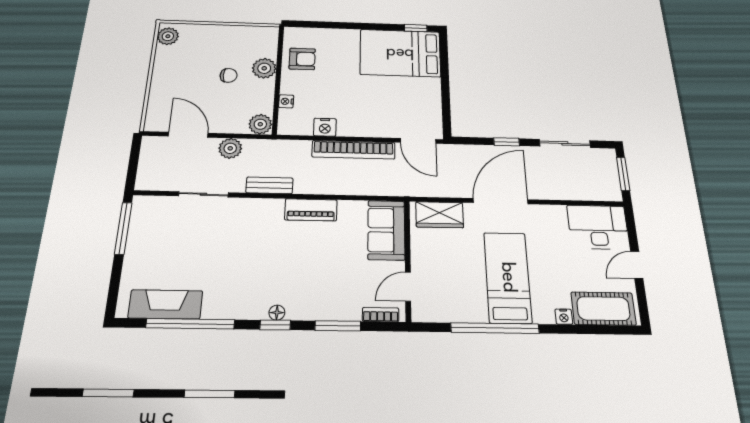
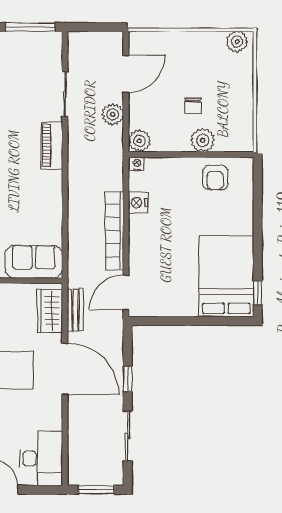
nightstand: (286, 101) -> (137, 164), moved
bench: (269, 185) -> (75, 310), moved
piano: (311, 210) -> (52, 145), moved

